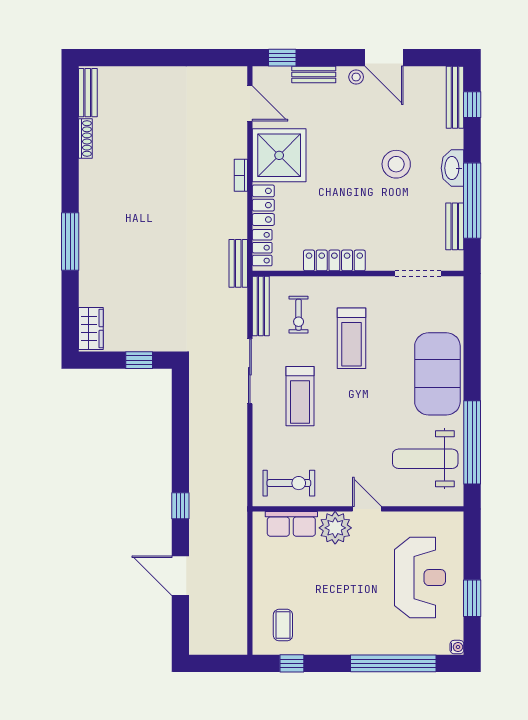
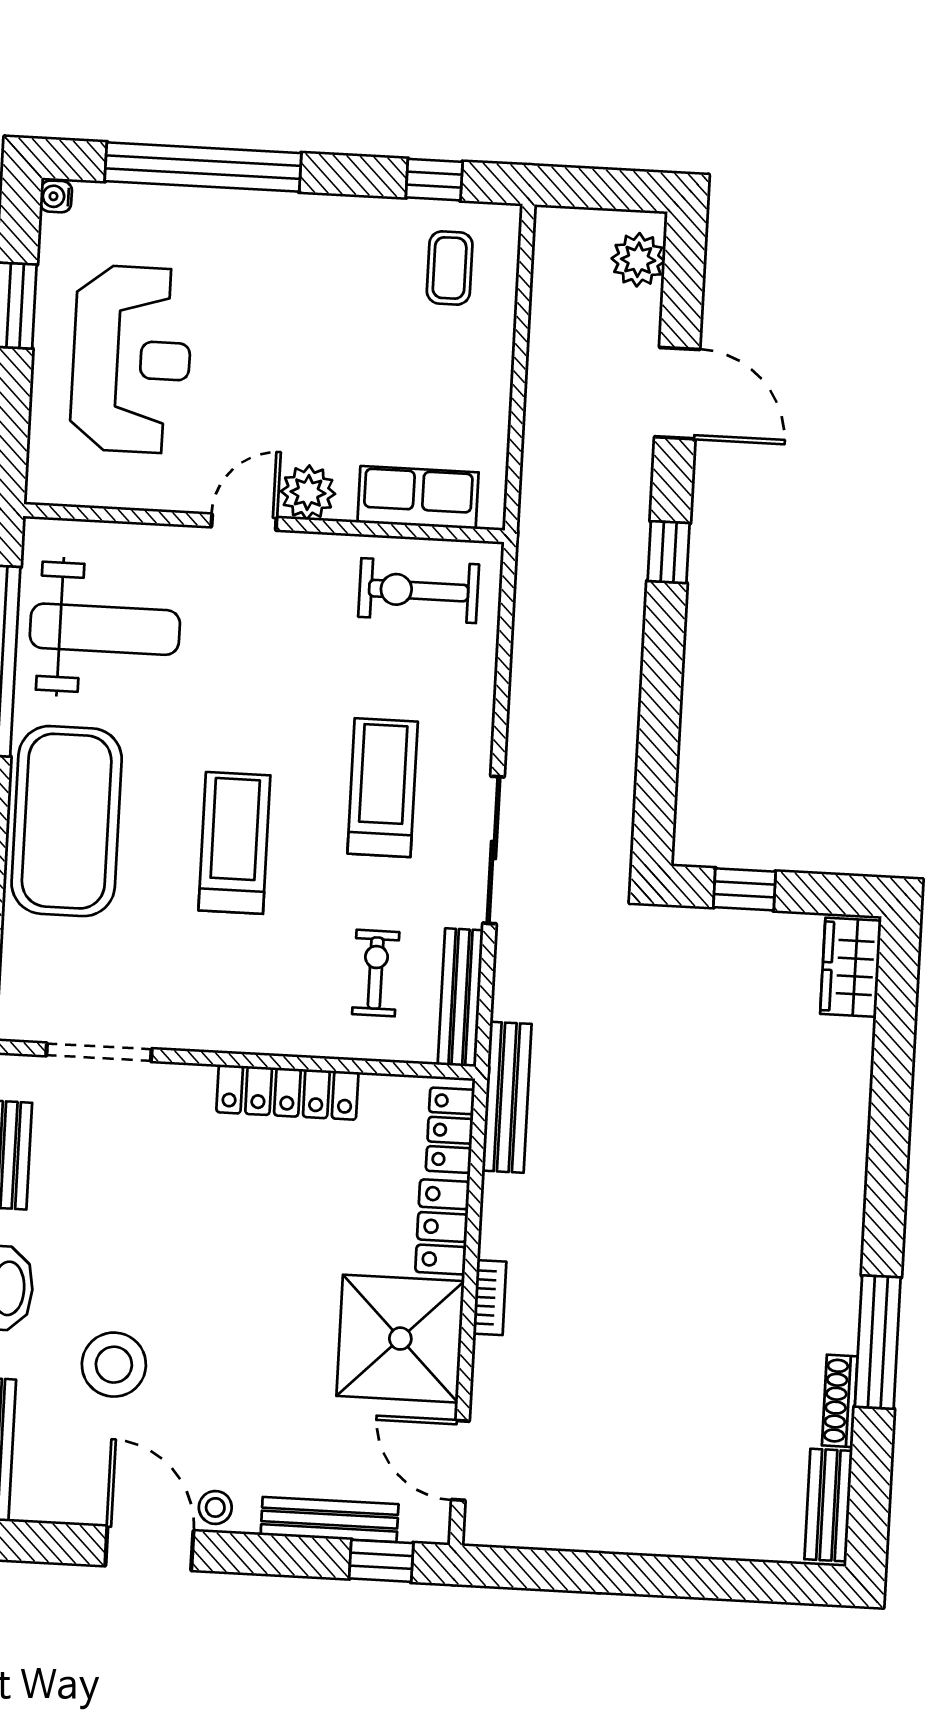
bench: (314, 74) -> (330, 1520), width x1.36
stool: (396, 164) -> (114, 1365), moved
window: (70, 242) -> (878, 1342), moved
bench: (238, 263) -> (507, 1097), width x1.36
treadmill: (352, 338) -> (234, 843), moved
door: (367, 509) -> (244, 522), swing flipped
plant: (335, 528) -> (308, 492), width x0.73, depth x0.73
reception desk: (420, 578) -> (131, 359), turned 180
plant: (201, 633) -> (638, 260), added

